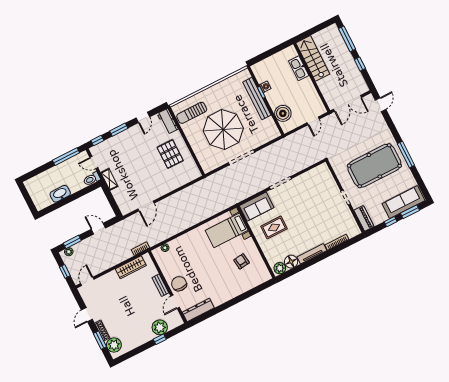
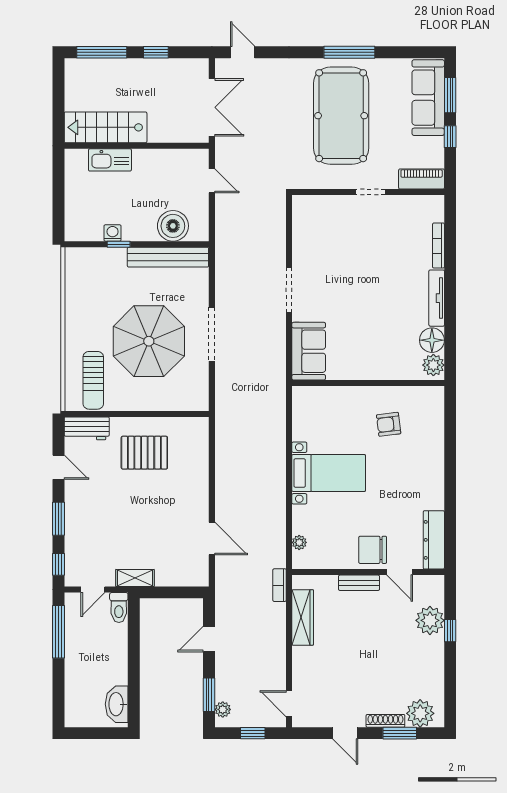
bench: (257, 99) -> (168, 257), moved
washbasin: (60, 194) -> (117, 704), moved
rug: (274, 228) -> (359, 340), removed
bed with nightstands: (227, 230) -> (329, 473), moved, turned -90

